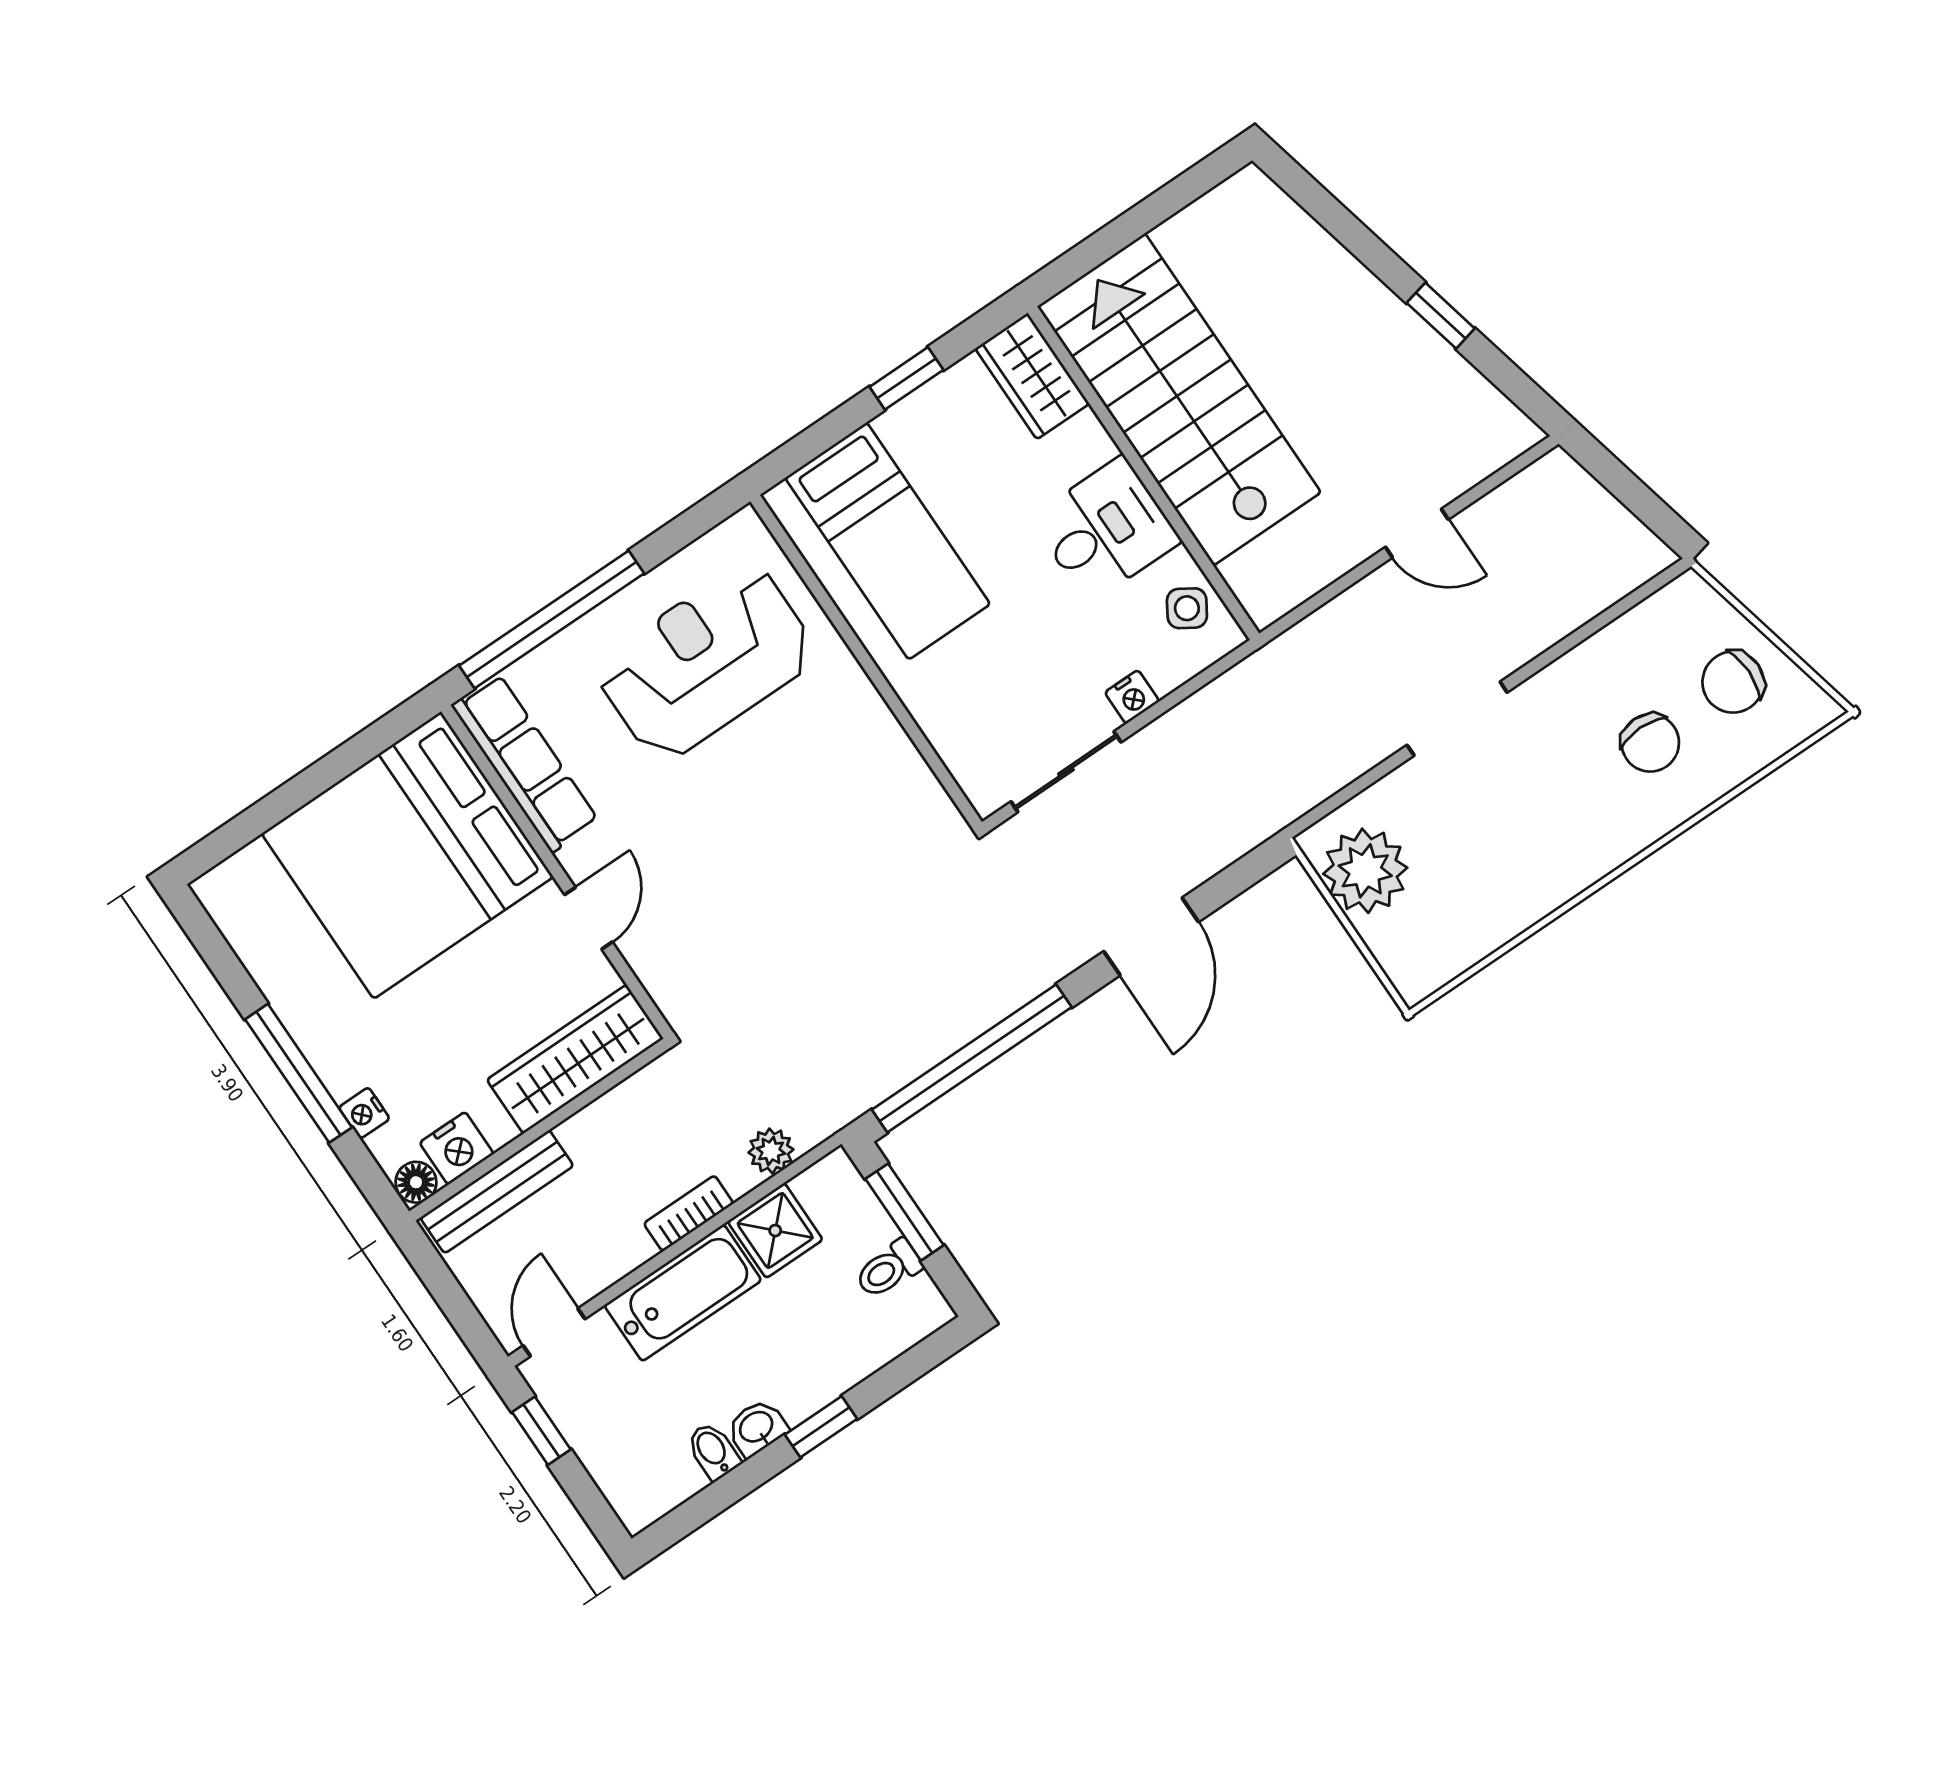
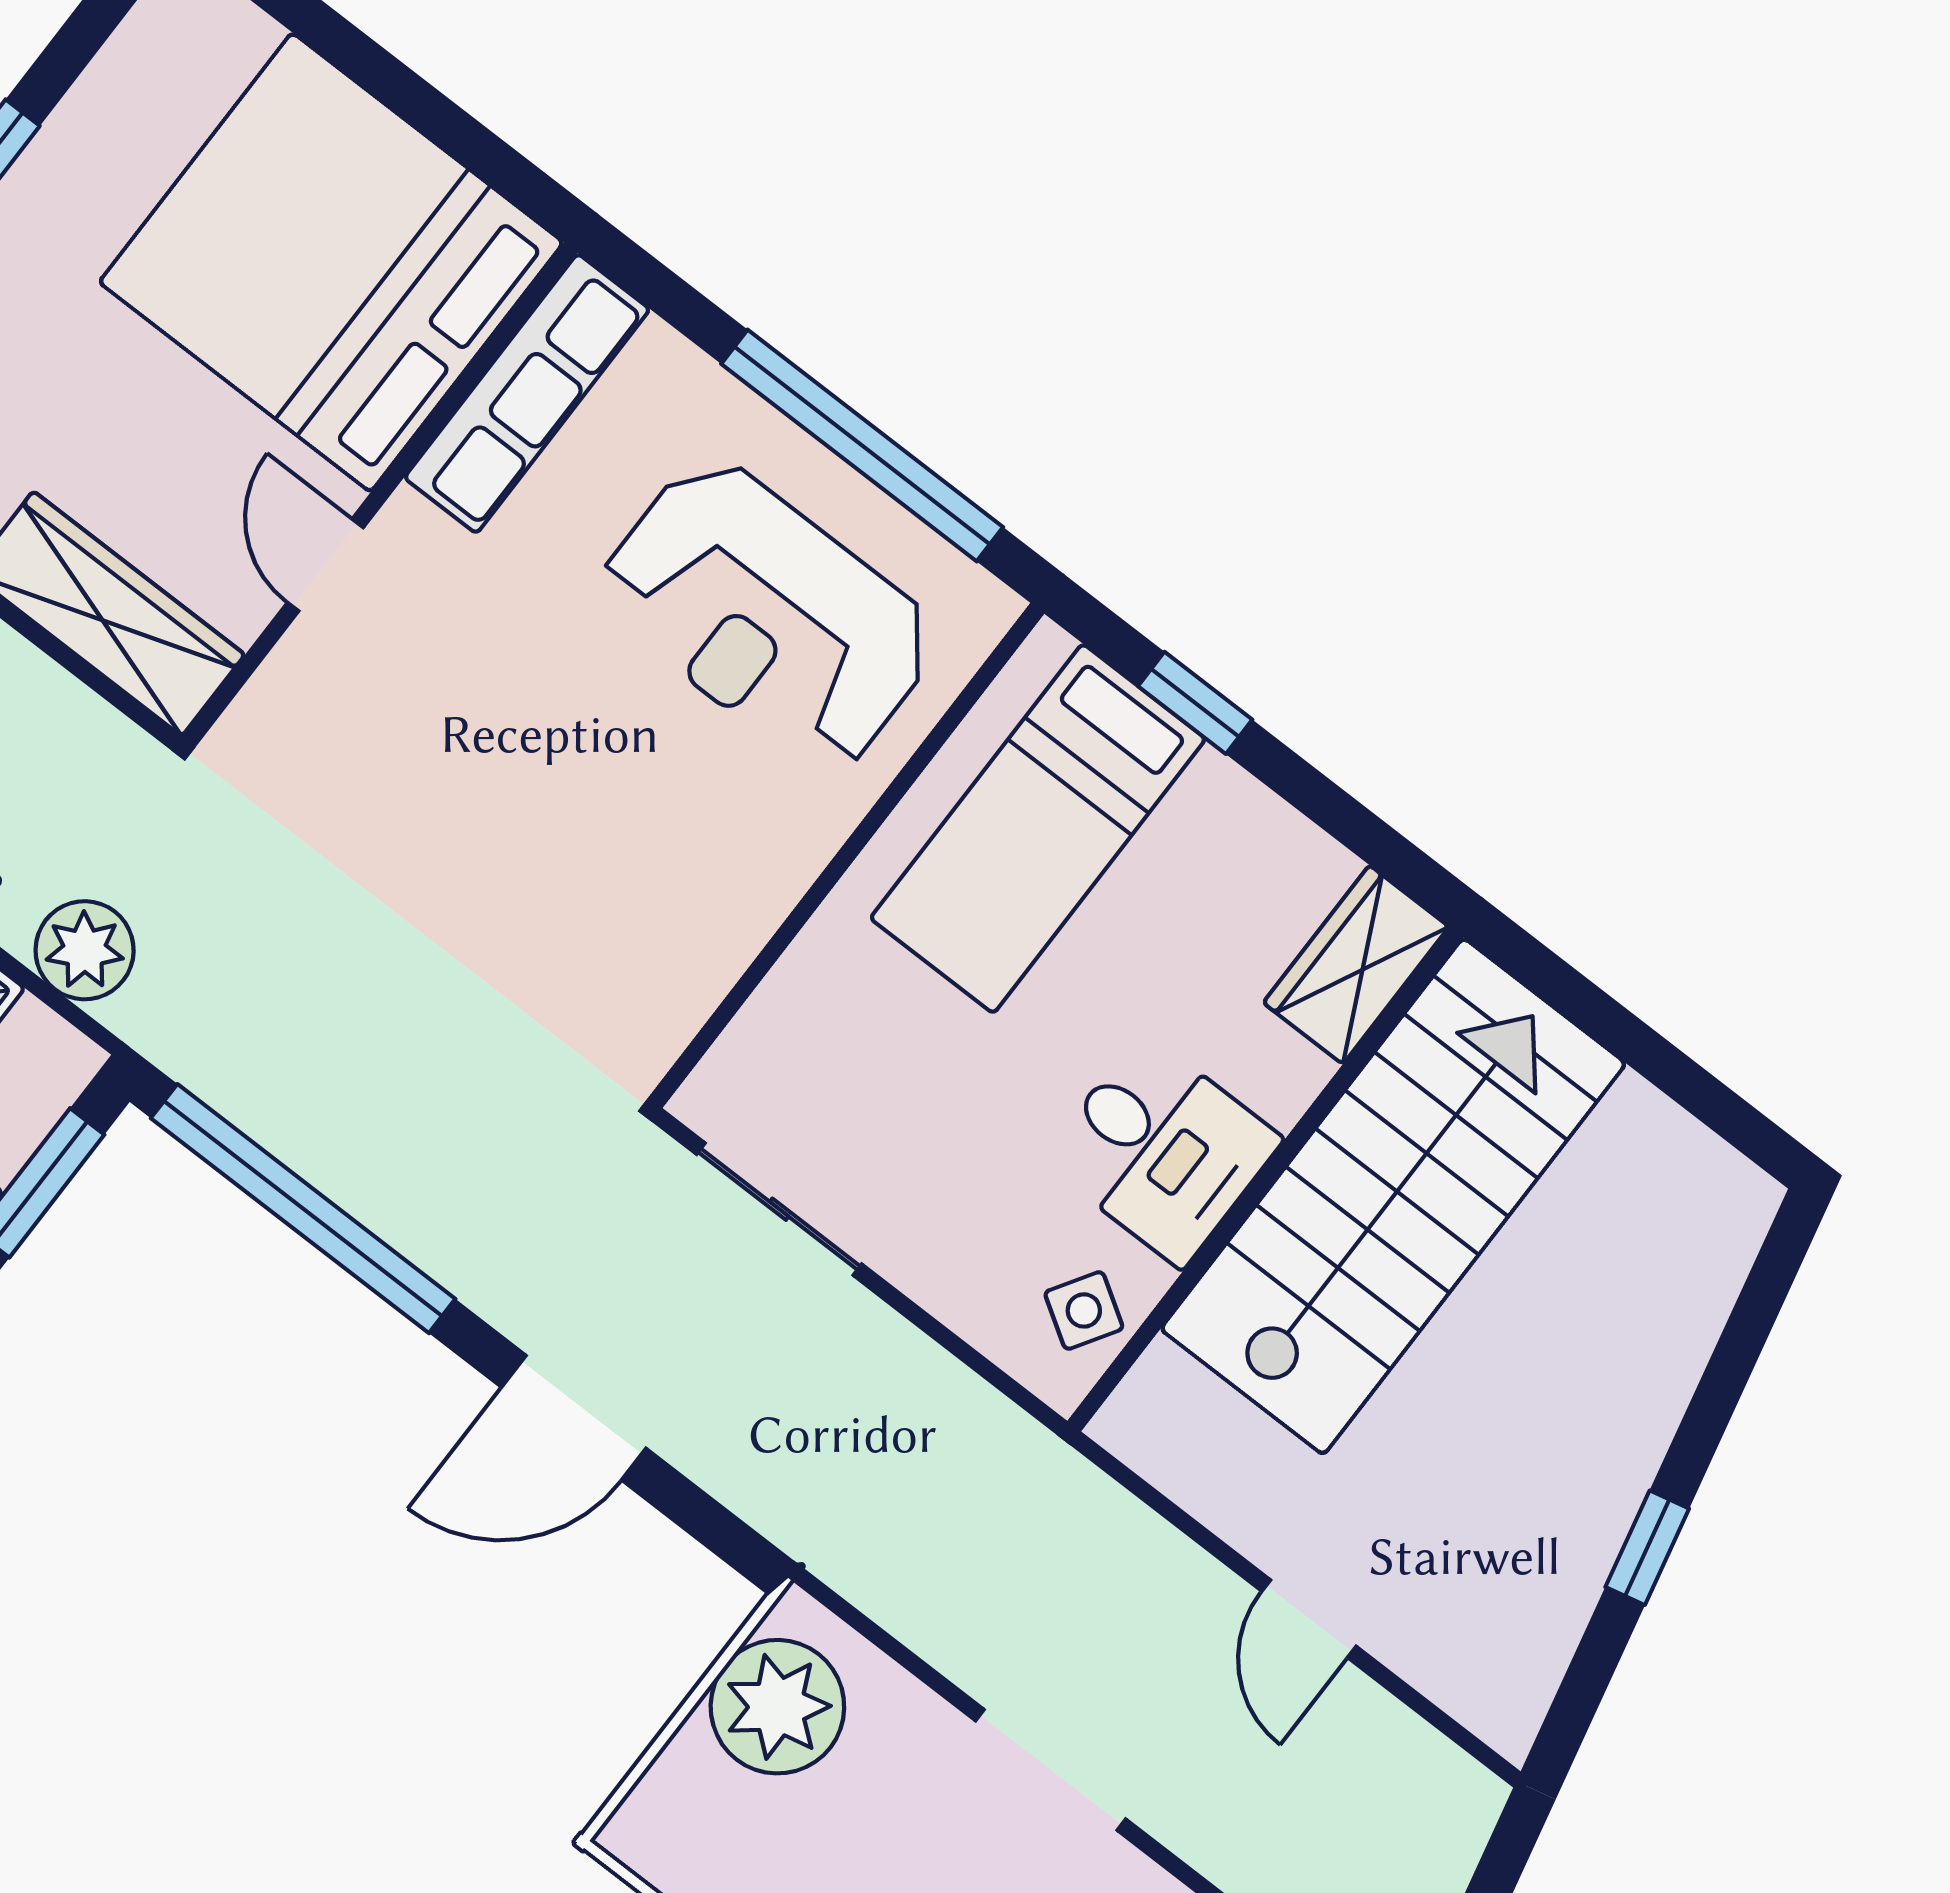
window: (906, 378) -> (1195, 703), moved
window: (552, 619) -> (862, 445), moved
reception desk: (706, 662) -> (768, 615), turned 180
nightstand: (1132, 697) -> (924, 1272), removed
door: (589, 918) -> (325, 565), swing flipped
plant: (771, 1151) -> (85, 950), width x1.38, depth x1.38

